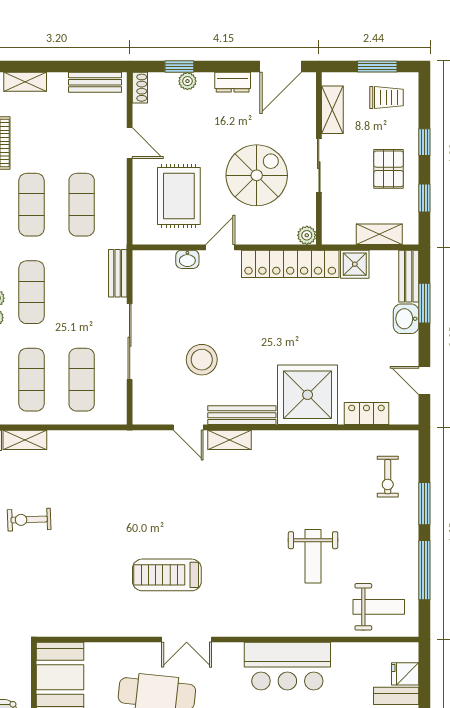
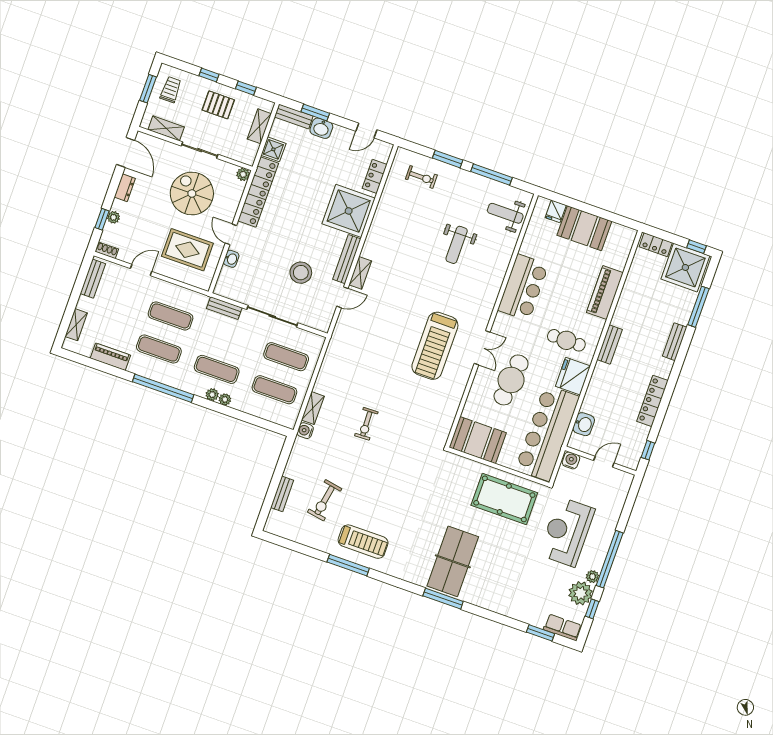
weight bench: (313, 556) -> (457, 245), turned 90
treadmill: (167, 575) -> (435, 346), width x1.37, depth x1.38
weight bench: (379, 607) -> (505, 213), turned -90

